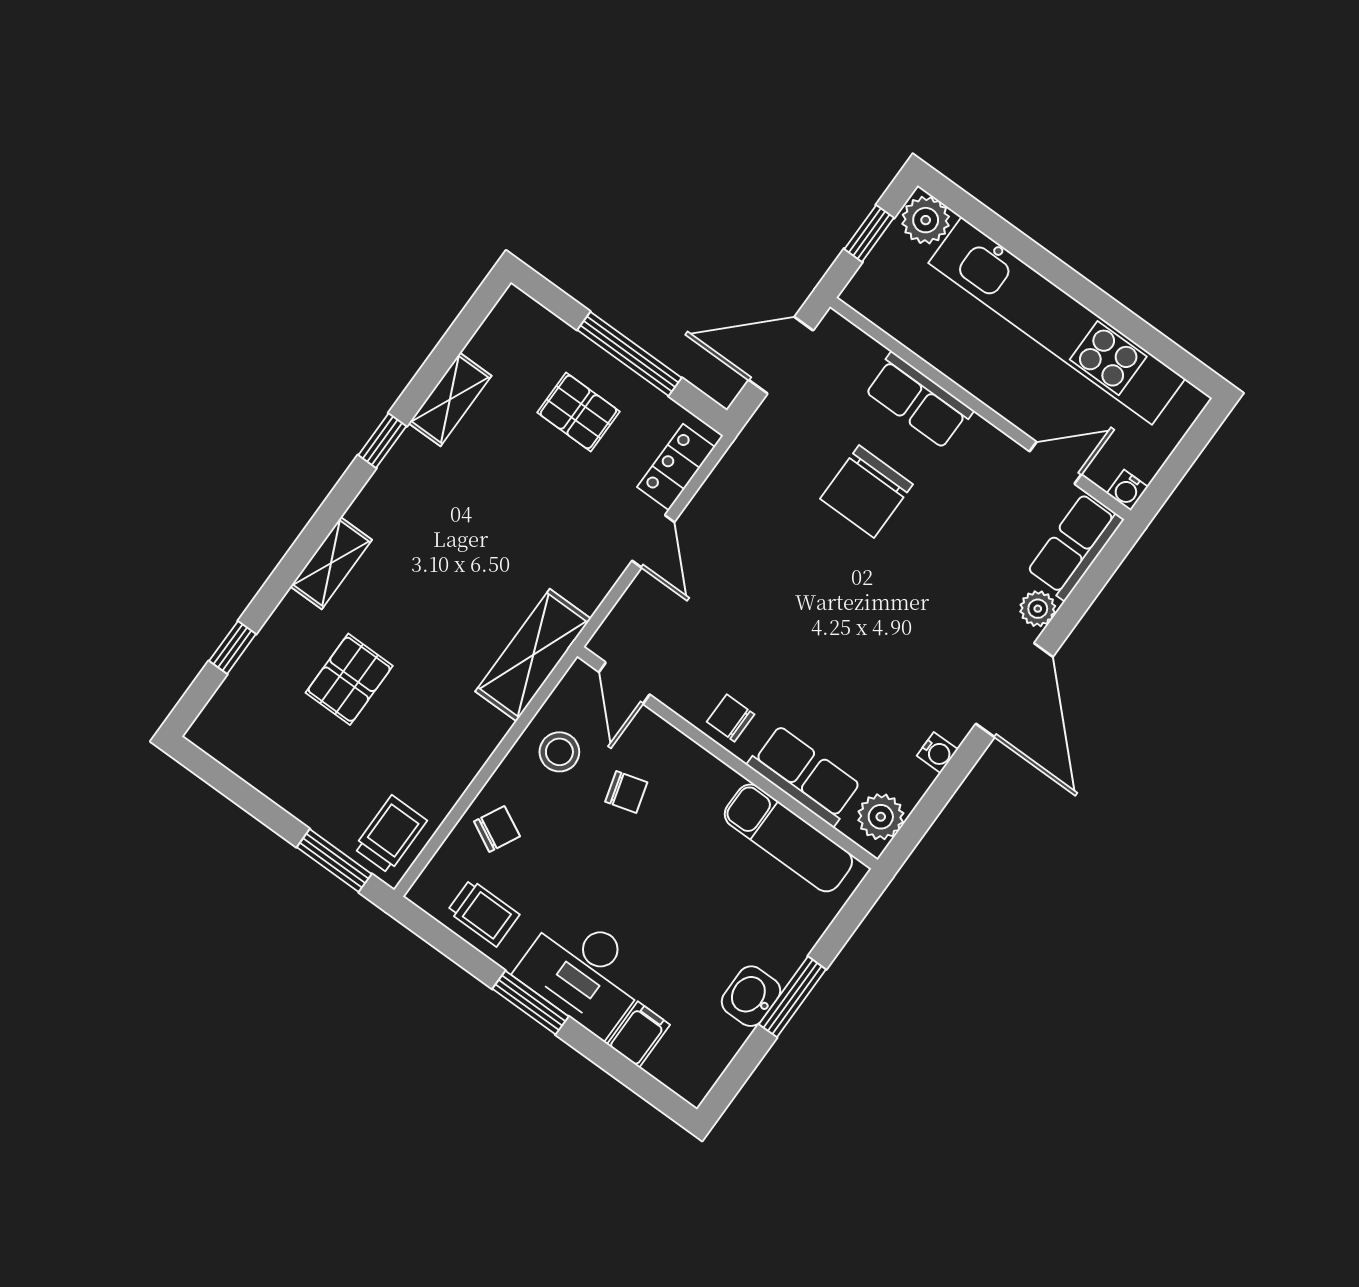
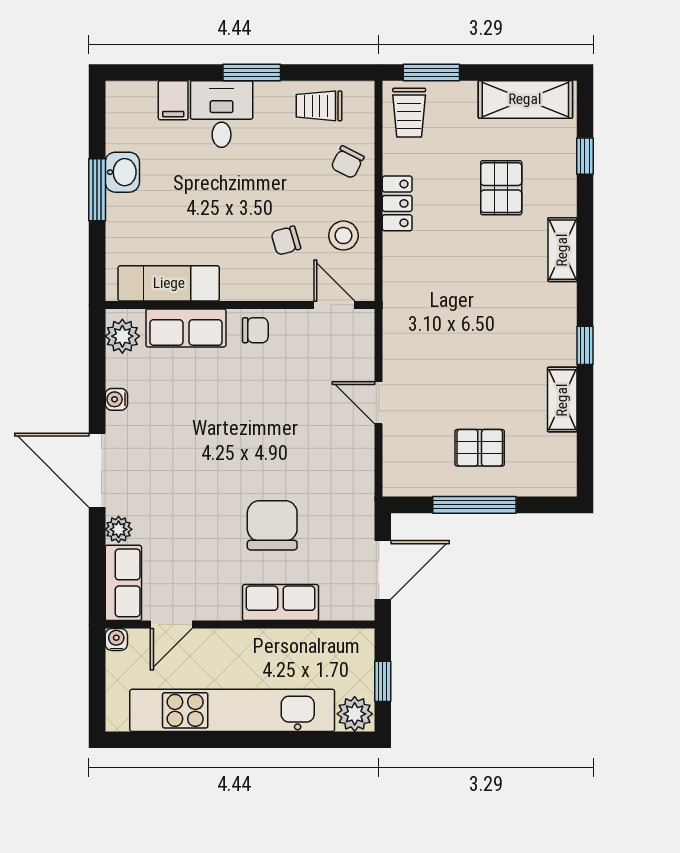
locker: (676, 467) -> (397, 203), moved
shelving: (533, 655) -> (525, 99), moved, turned 90
desk: (584, 972) -> (222, 114), width x0.73

